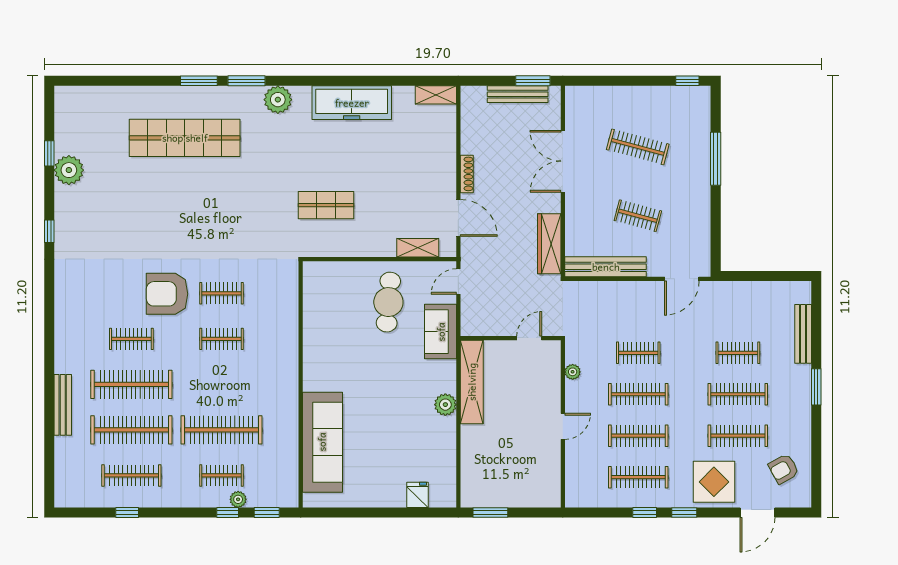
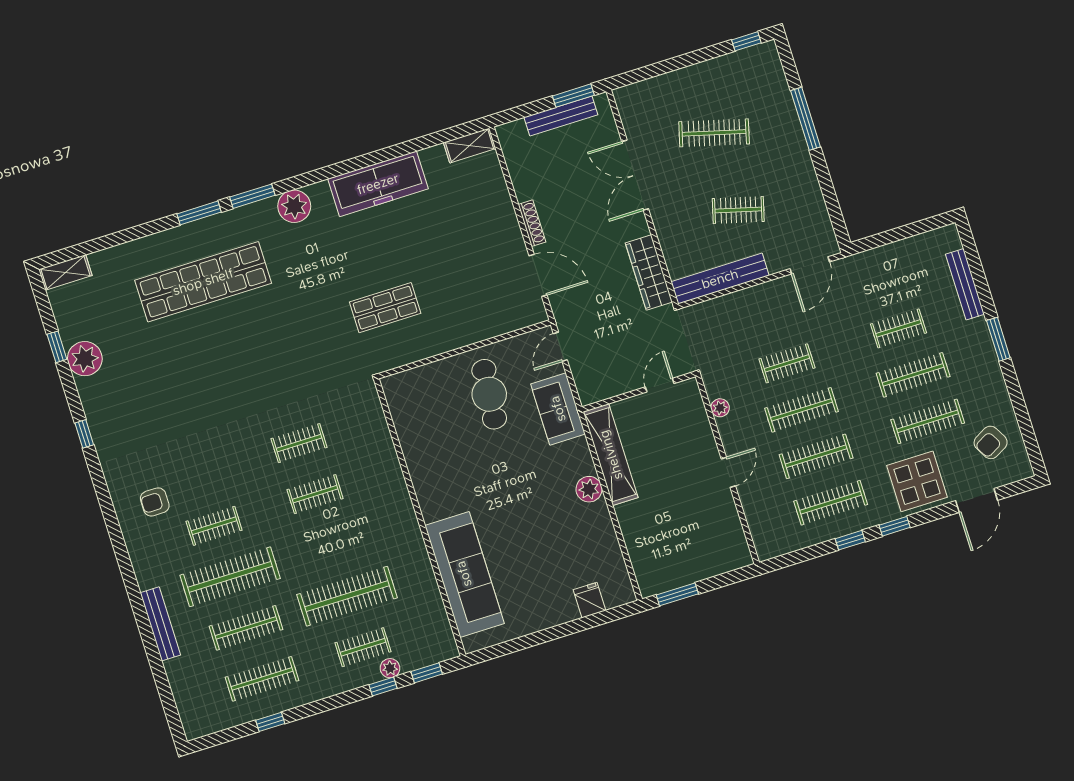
shelving: (418, 248) -> (65, 272), moved
armchair: (167, 294) -> (155, 502), moved, width x0.53, depth x0.53
clothes rail: (131, 430) -> (246, 628), width x0.73, depth x0.76

